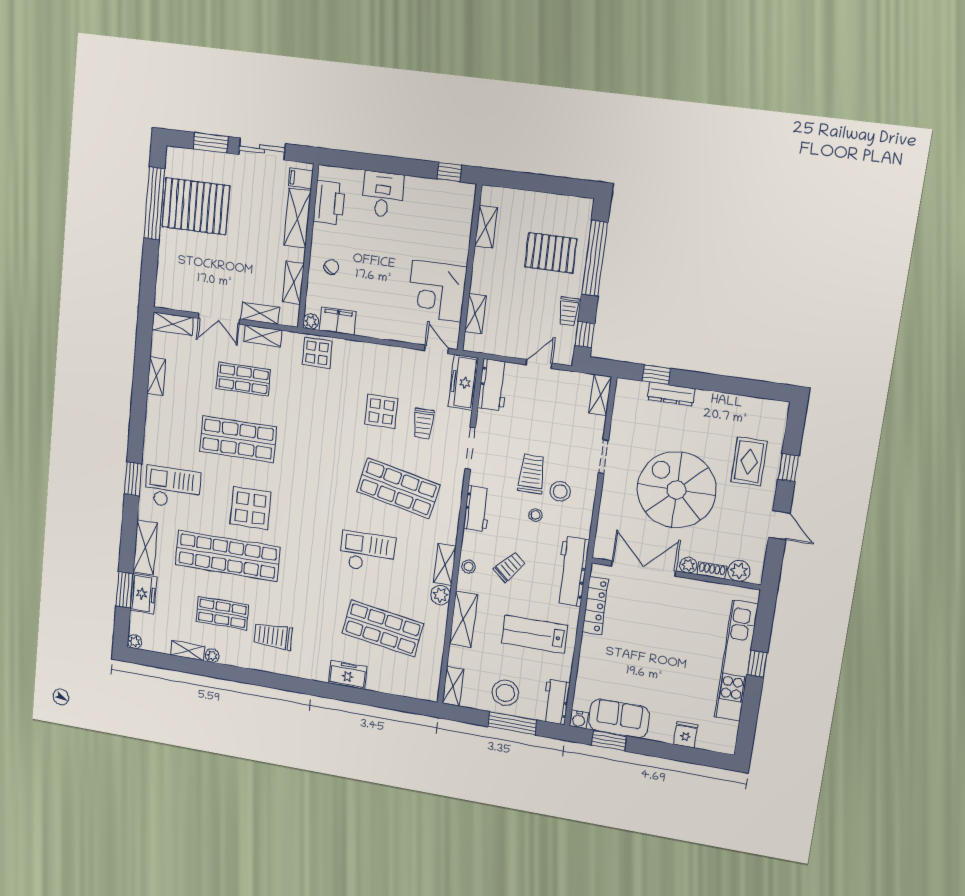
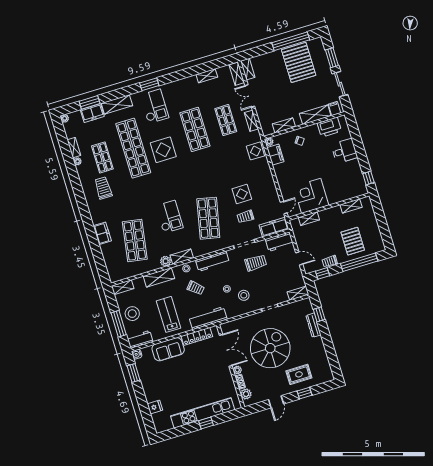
shelving: (260, 313) -> (248, 69), moved
trolley: (532, 474) -> (256, 263), moved
workbench: (477, 509) -> (212, 261), width x1.38
sofa: (619, 718) -> (168, 349), moved, turned 90

